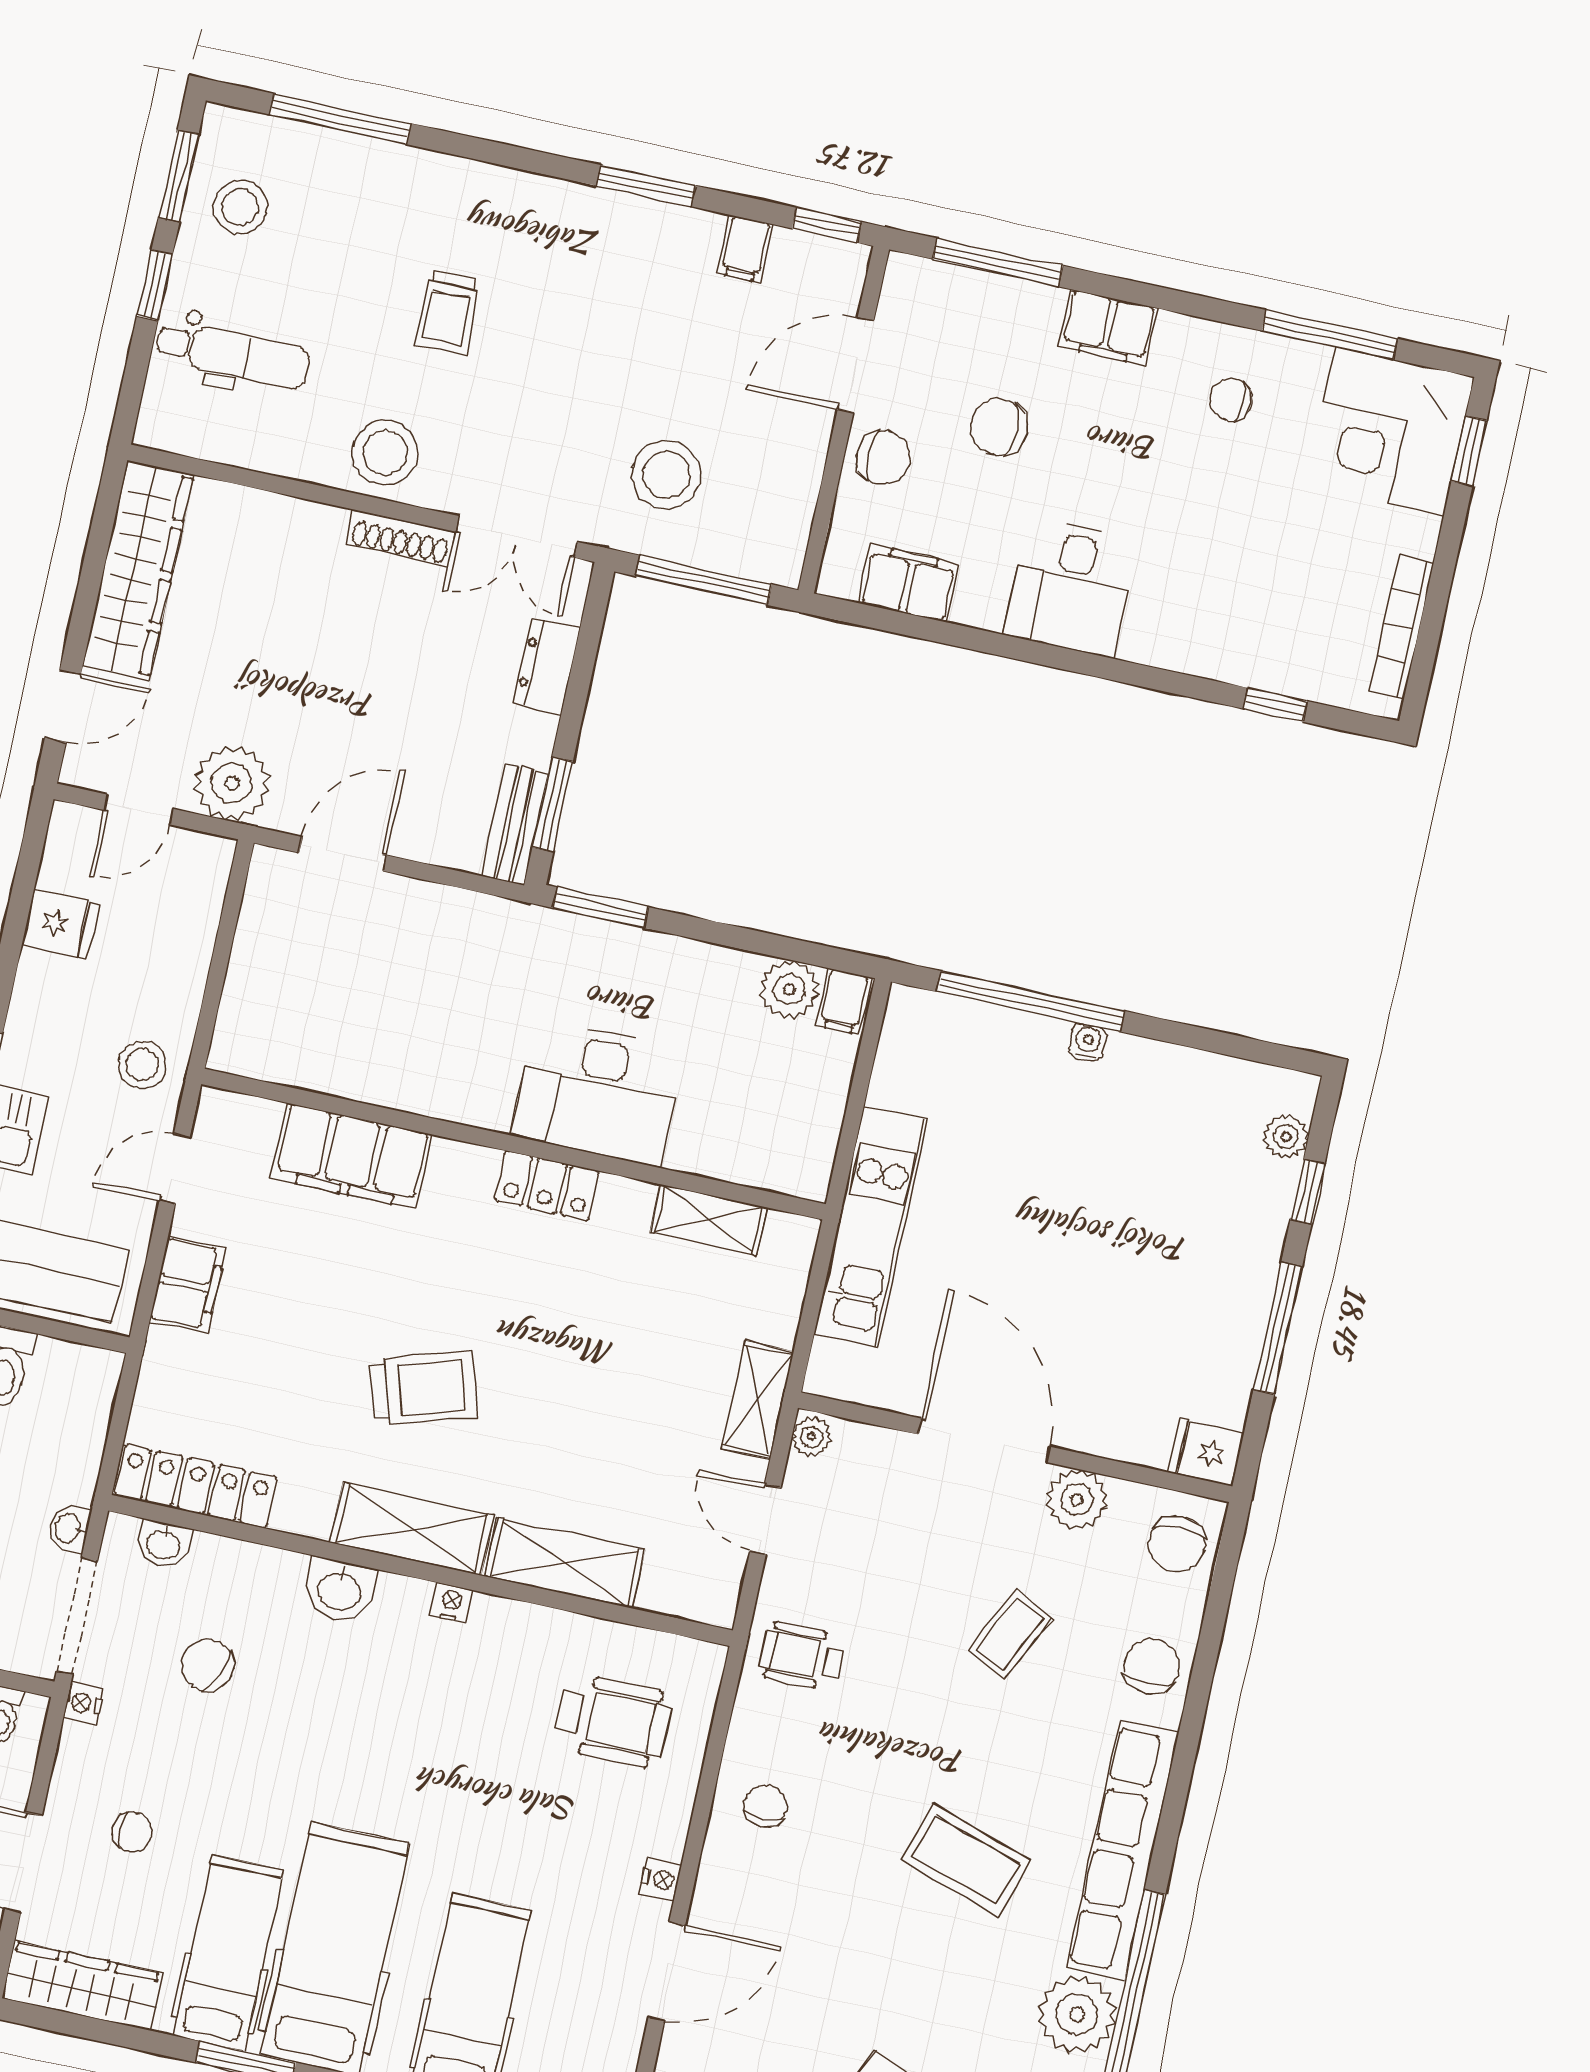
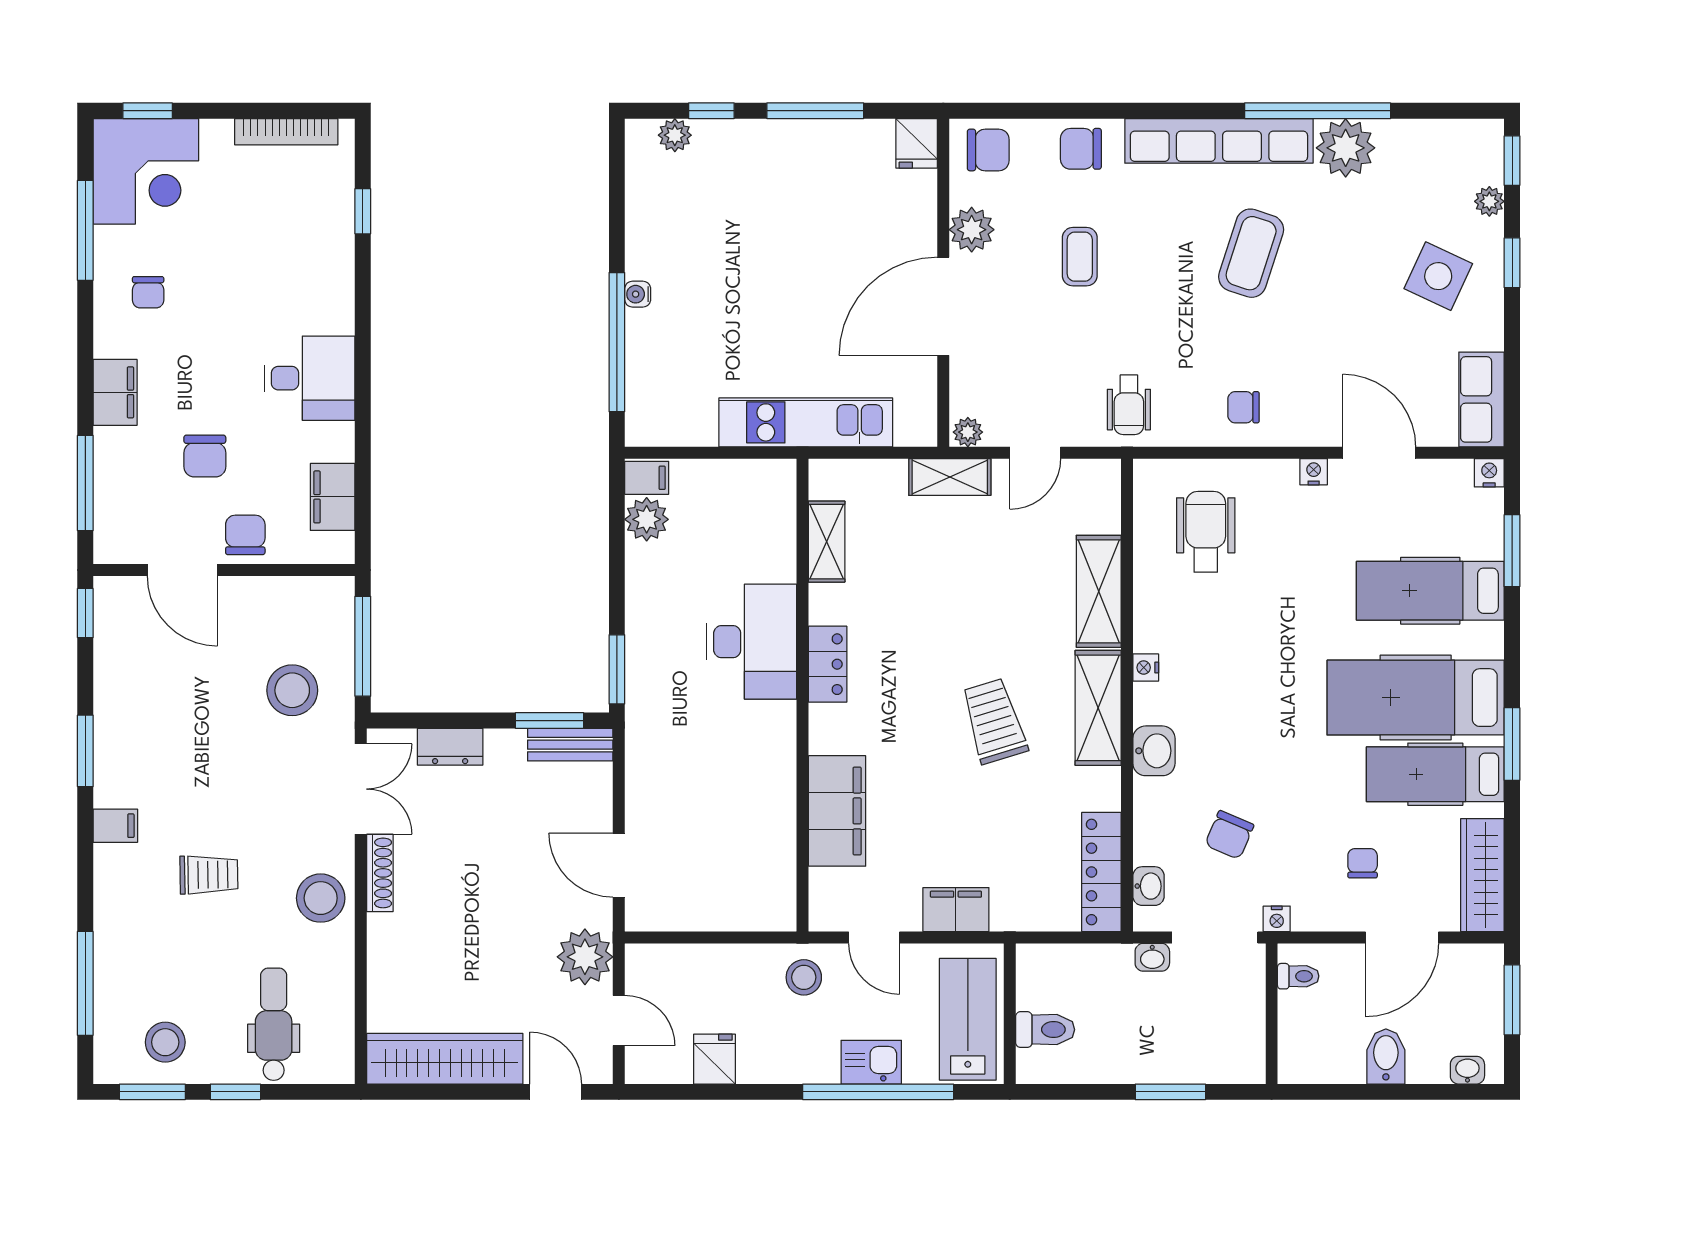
filing cabinet: (745, 249) -> (115, 826), moved
coffee table: (1010, 1634) -> (1080, 257), turned 64

